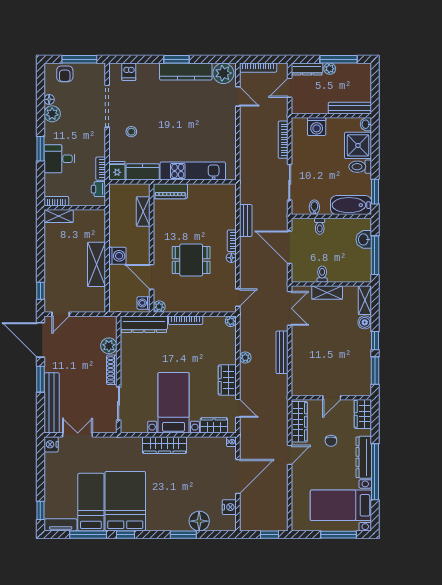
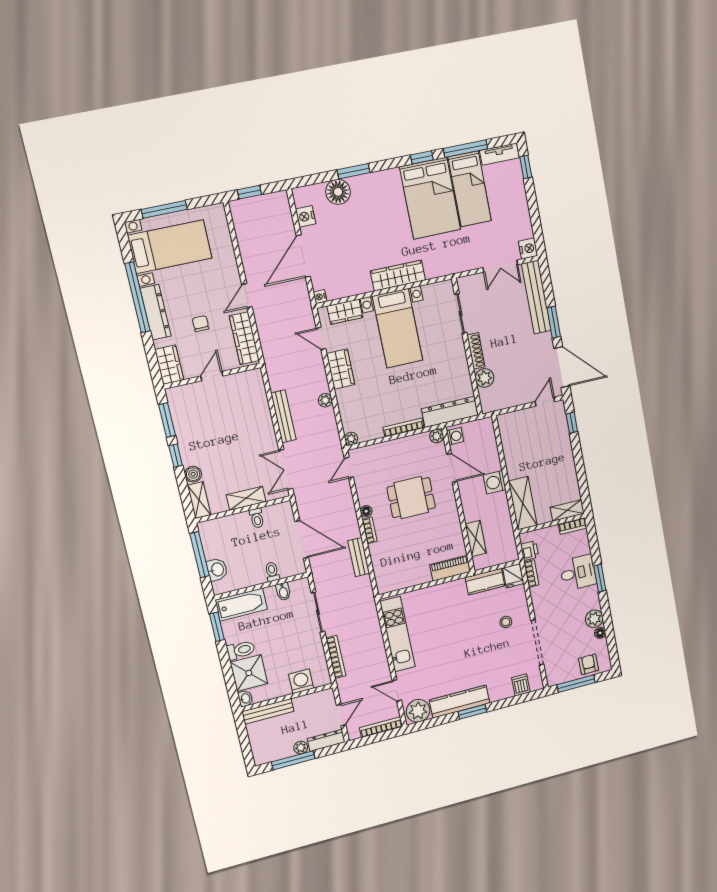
kitchen unit: (193, 171) -> (398, 634), moved, turned -90
shelving: (96, 264) -> (523, 503), moved

